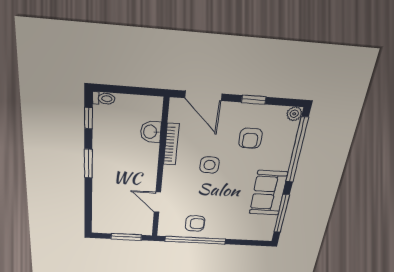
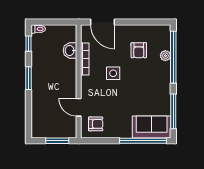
window: (254, 100) -> (136, 22), removed
plant: (294, 114) -> (165, 56), moved
sofa: (268, 193) -> (152, 127), moved, turned 90
armchair: (195, 223) -> (96, 124), moved
window: (195, 240) -> (143, 141), moved

